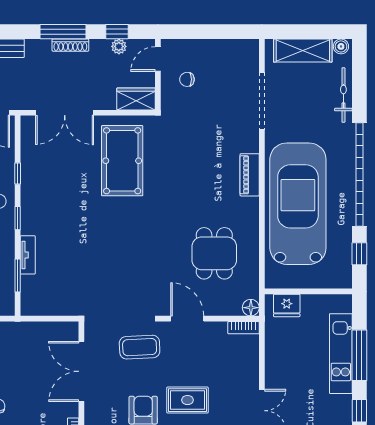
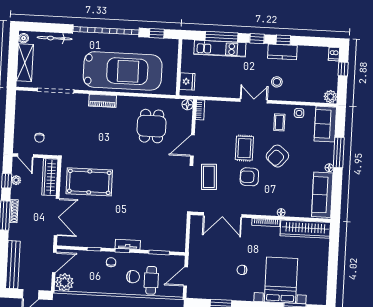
wardrobe: (136, 99) -> (50, 177), width x1.50
car: (298, 204) -> (123, 71), turned 180
dining table: (214, 253) -> (152, 126), turned 90
tv unit: (28, 255) -> (128, 244), moved

